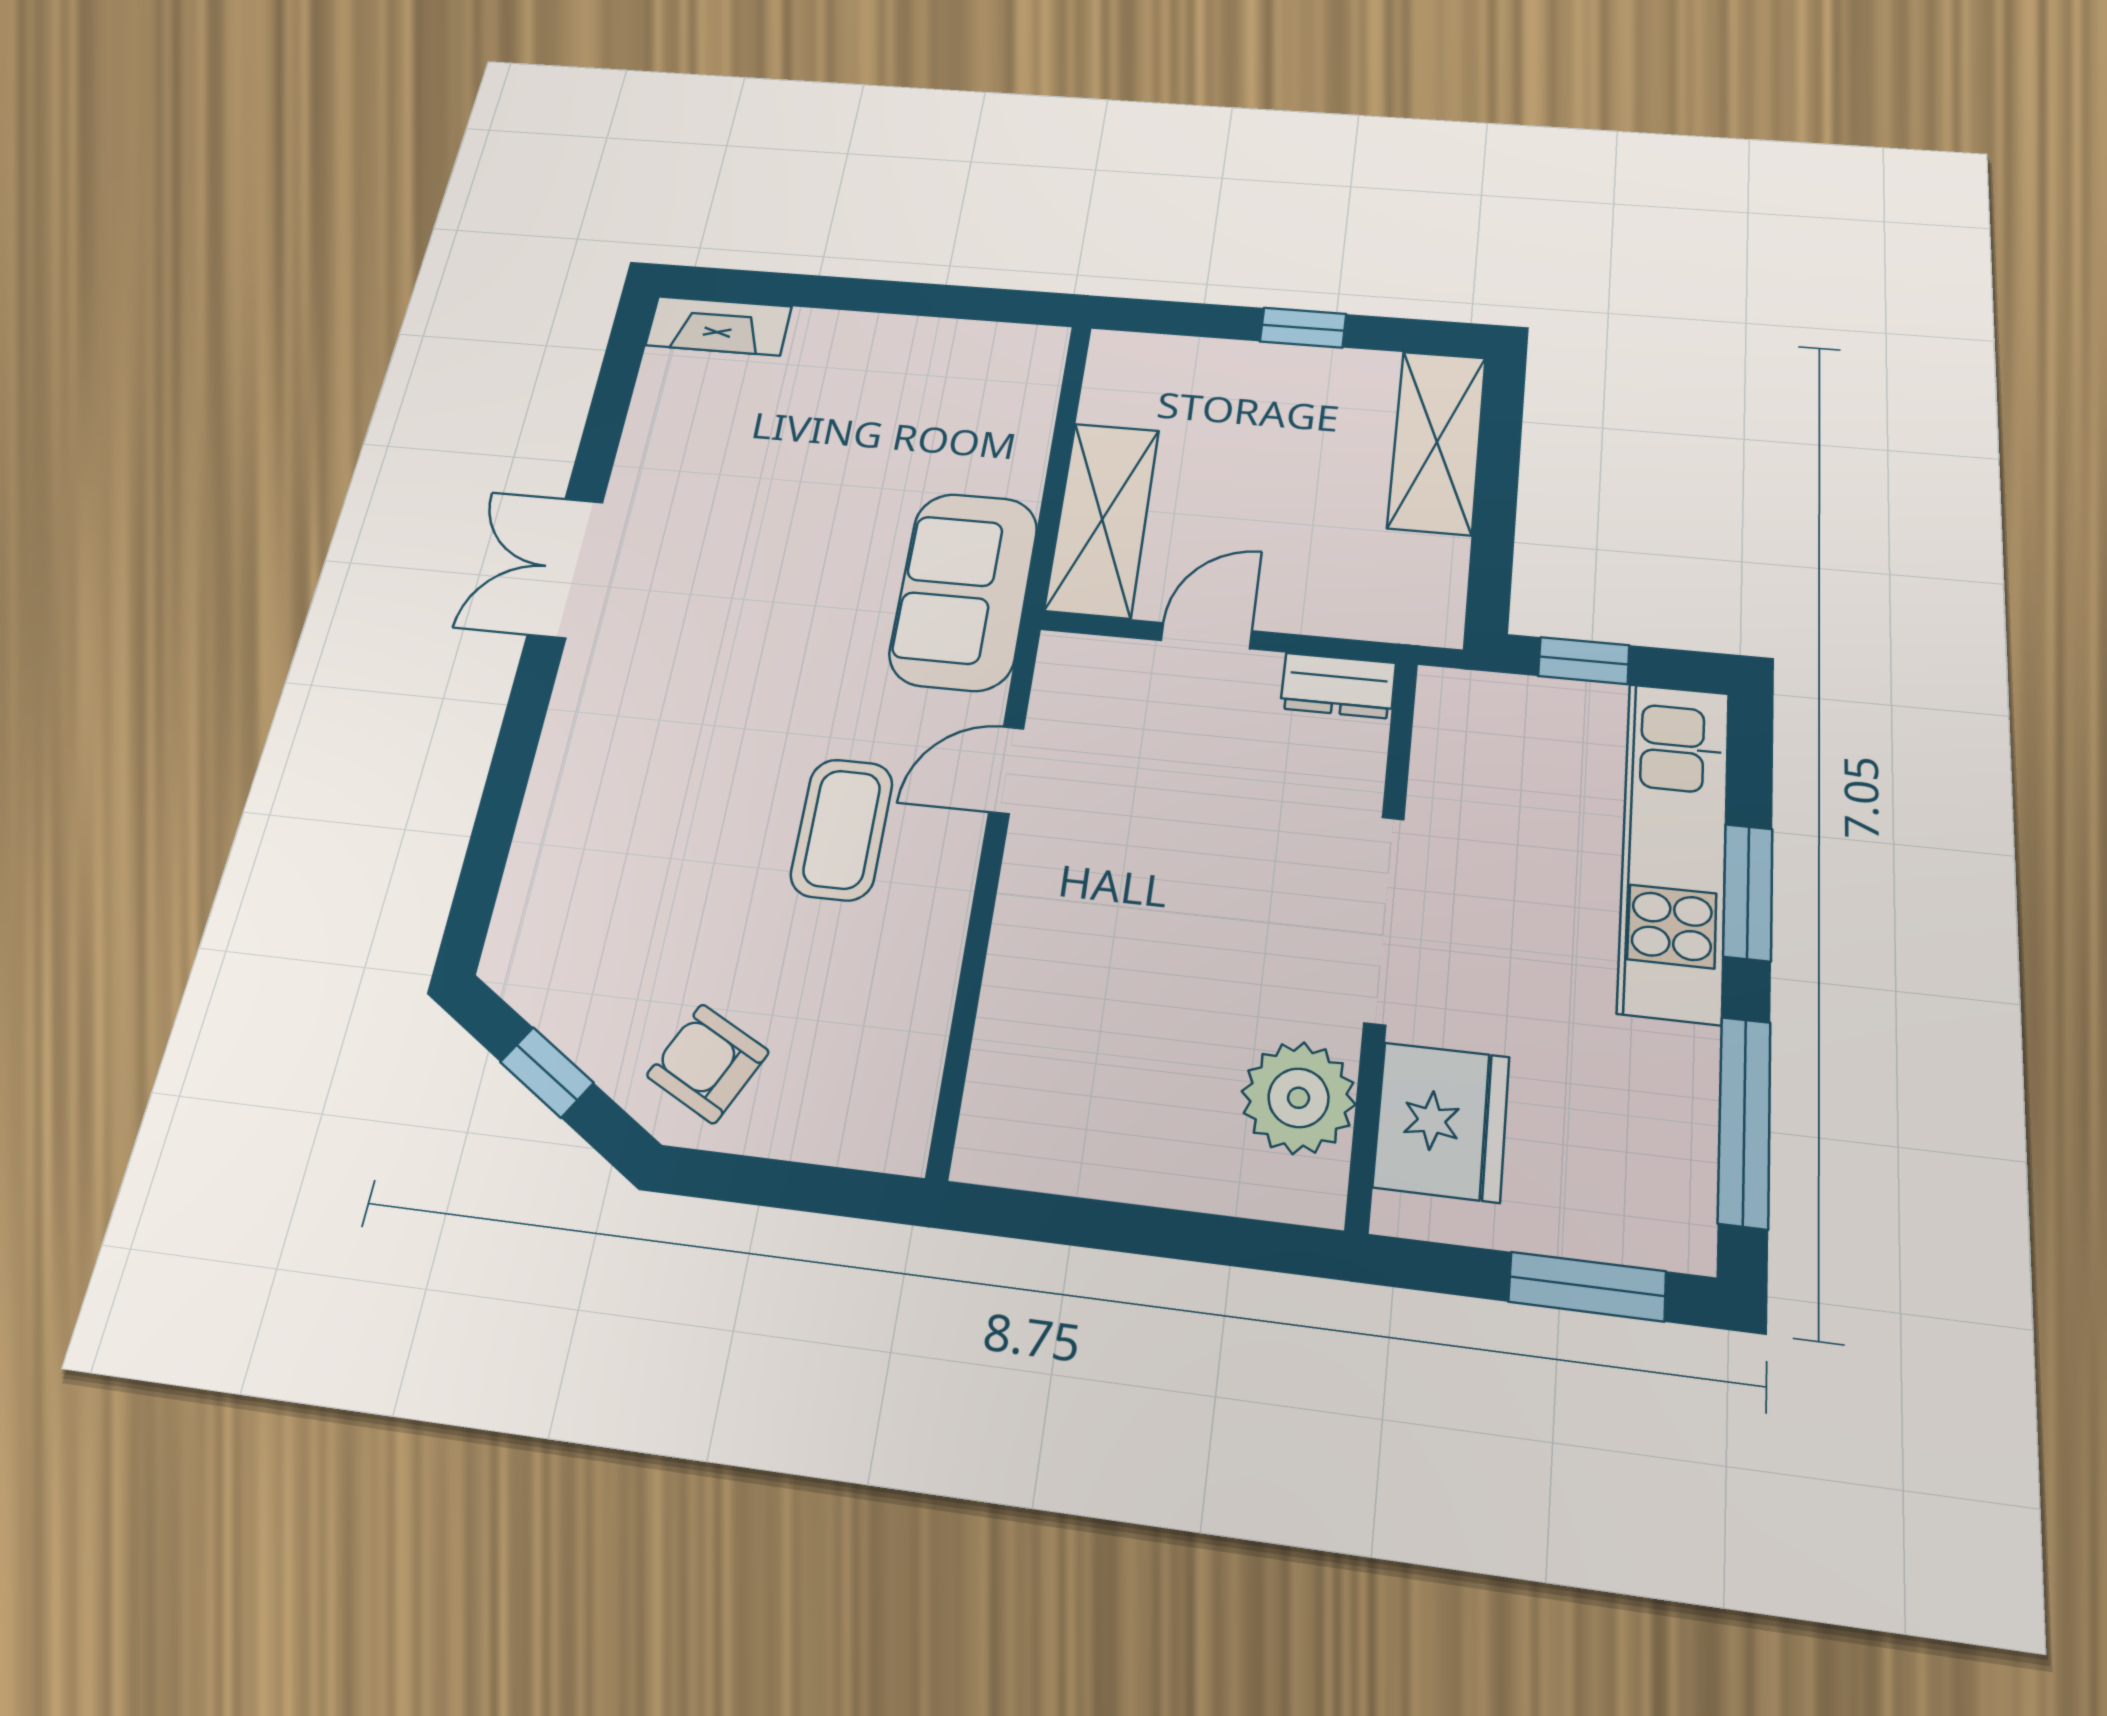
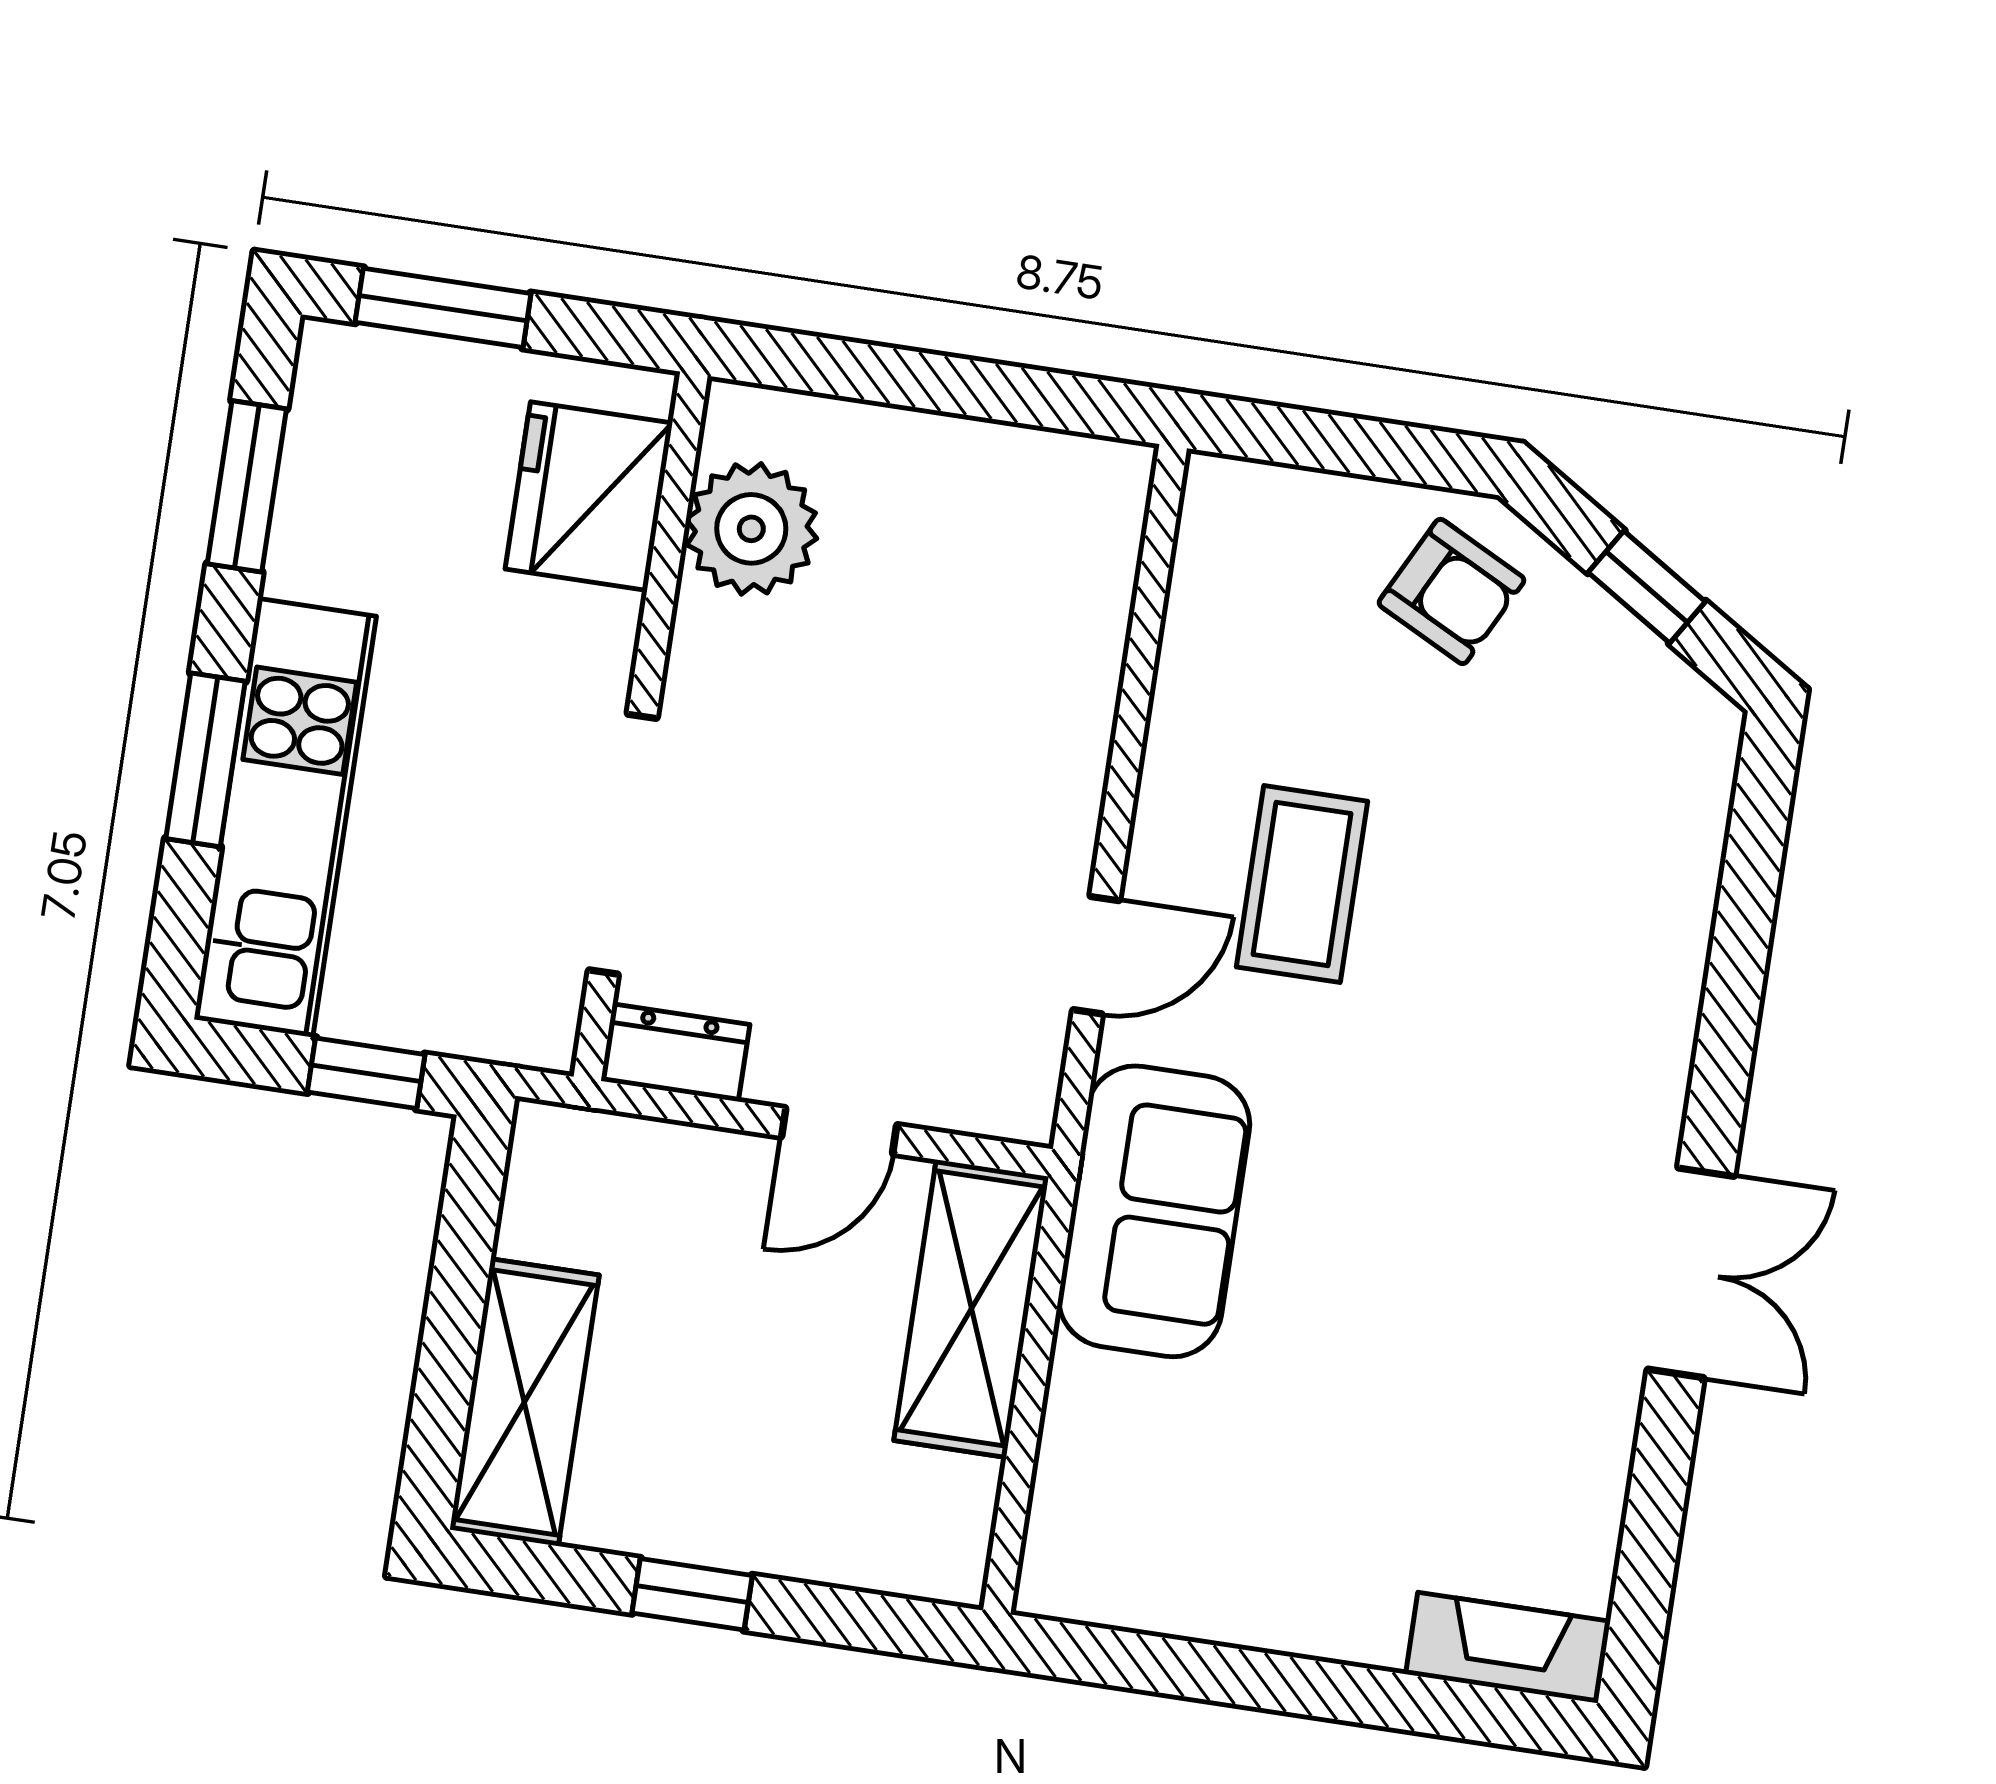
doorway: (1384, 919) -> (623, 844), moved
window: (1744, 1121) -> (247, 486), width x0.69

